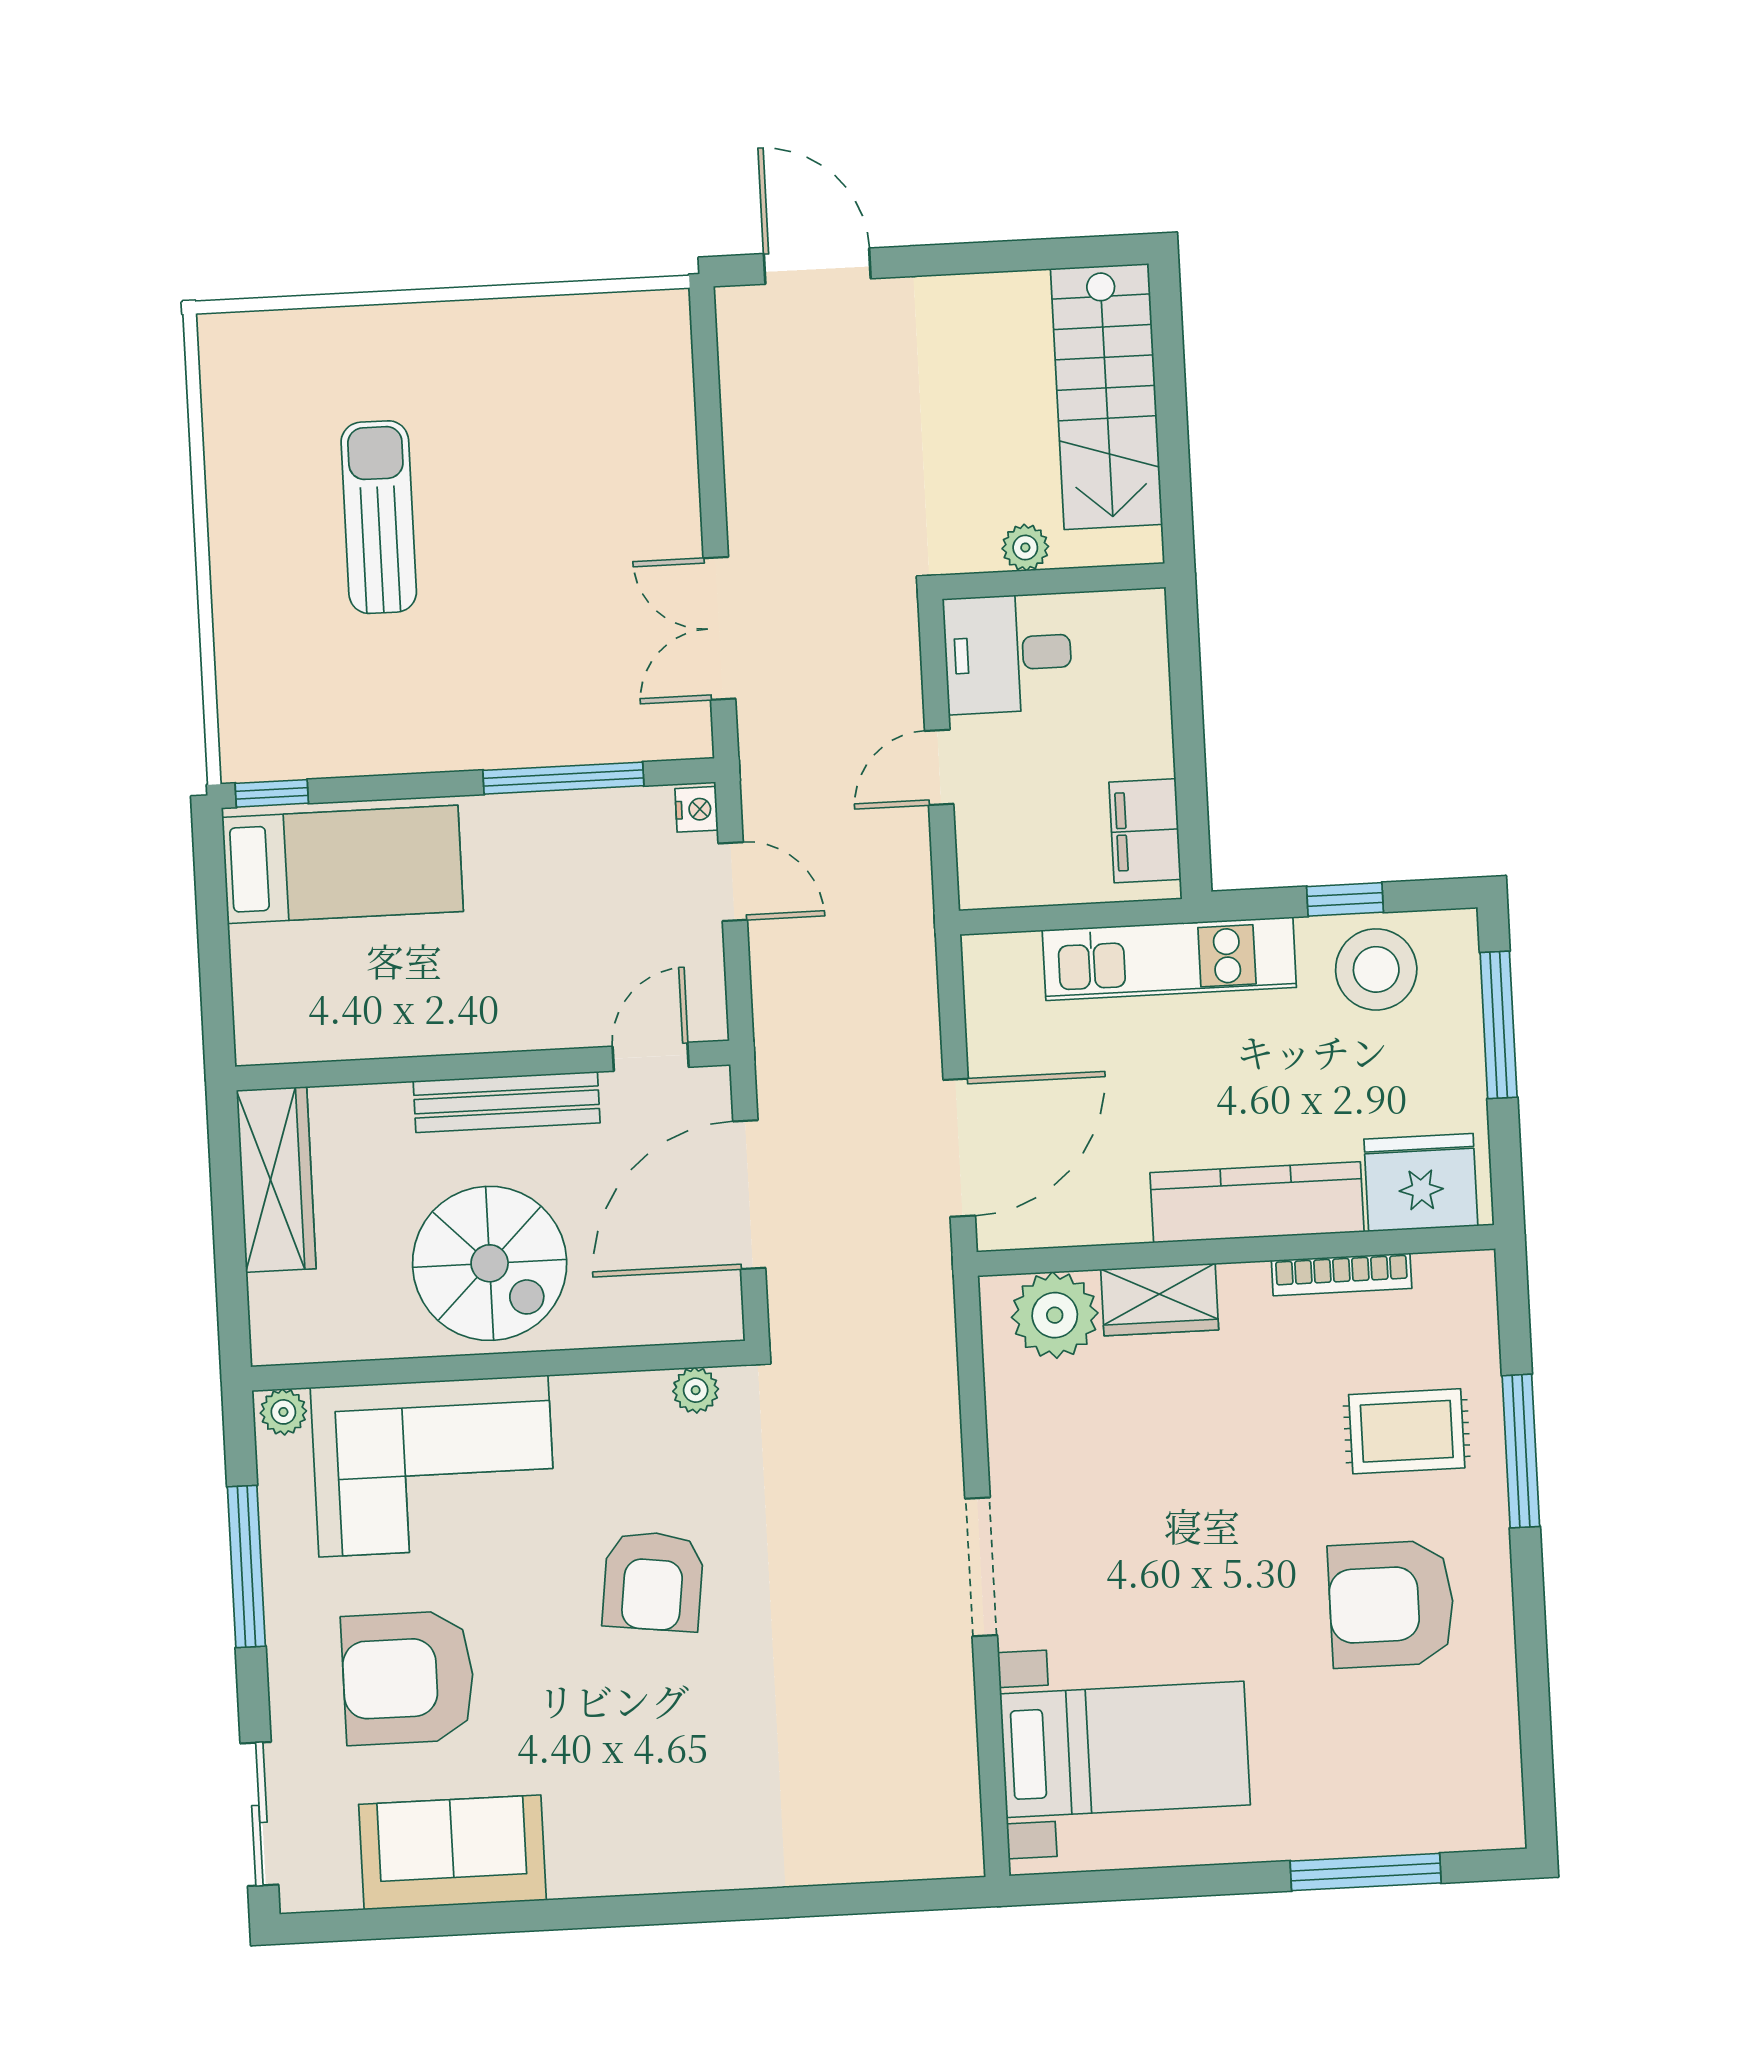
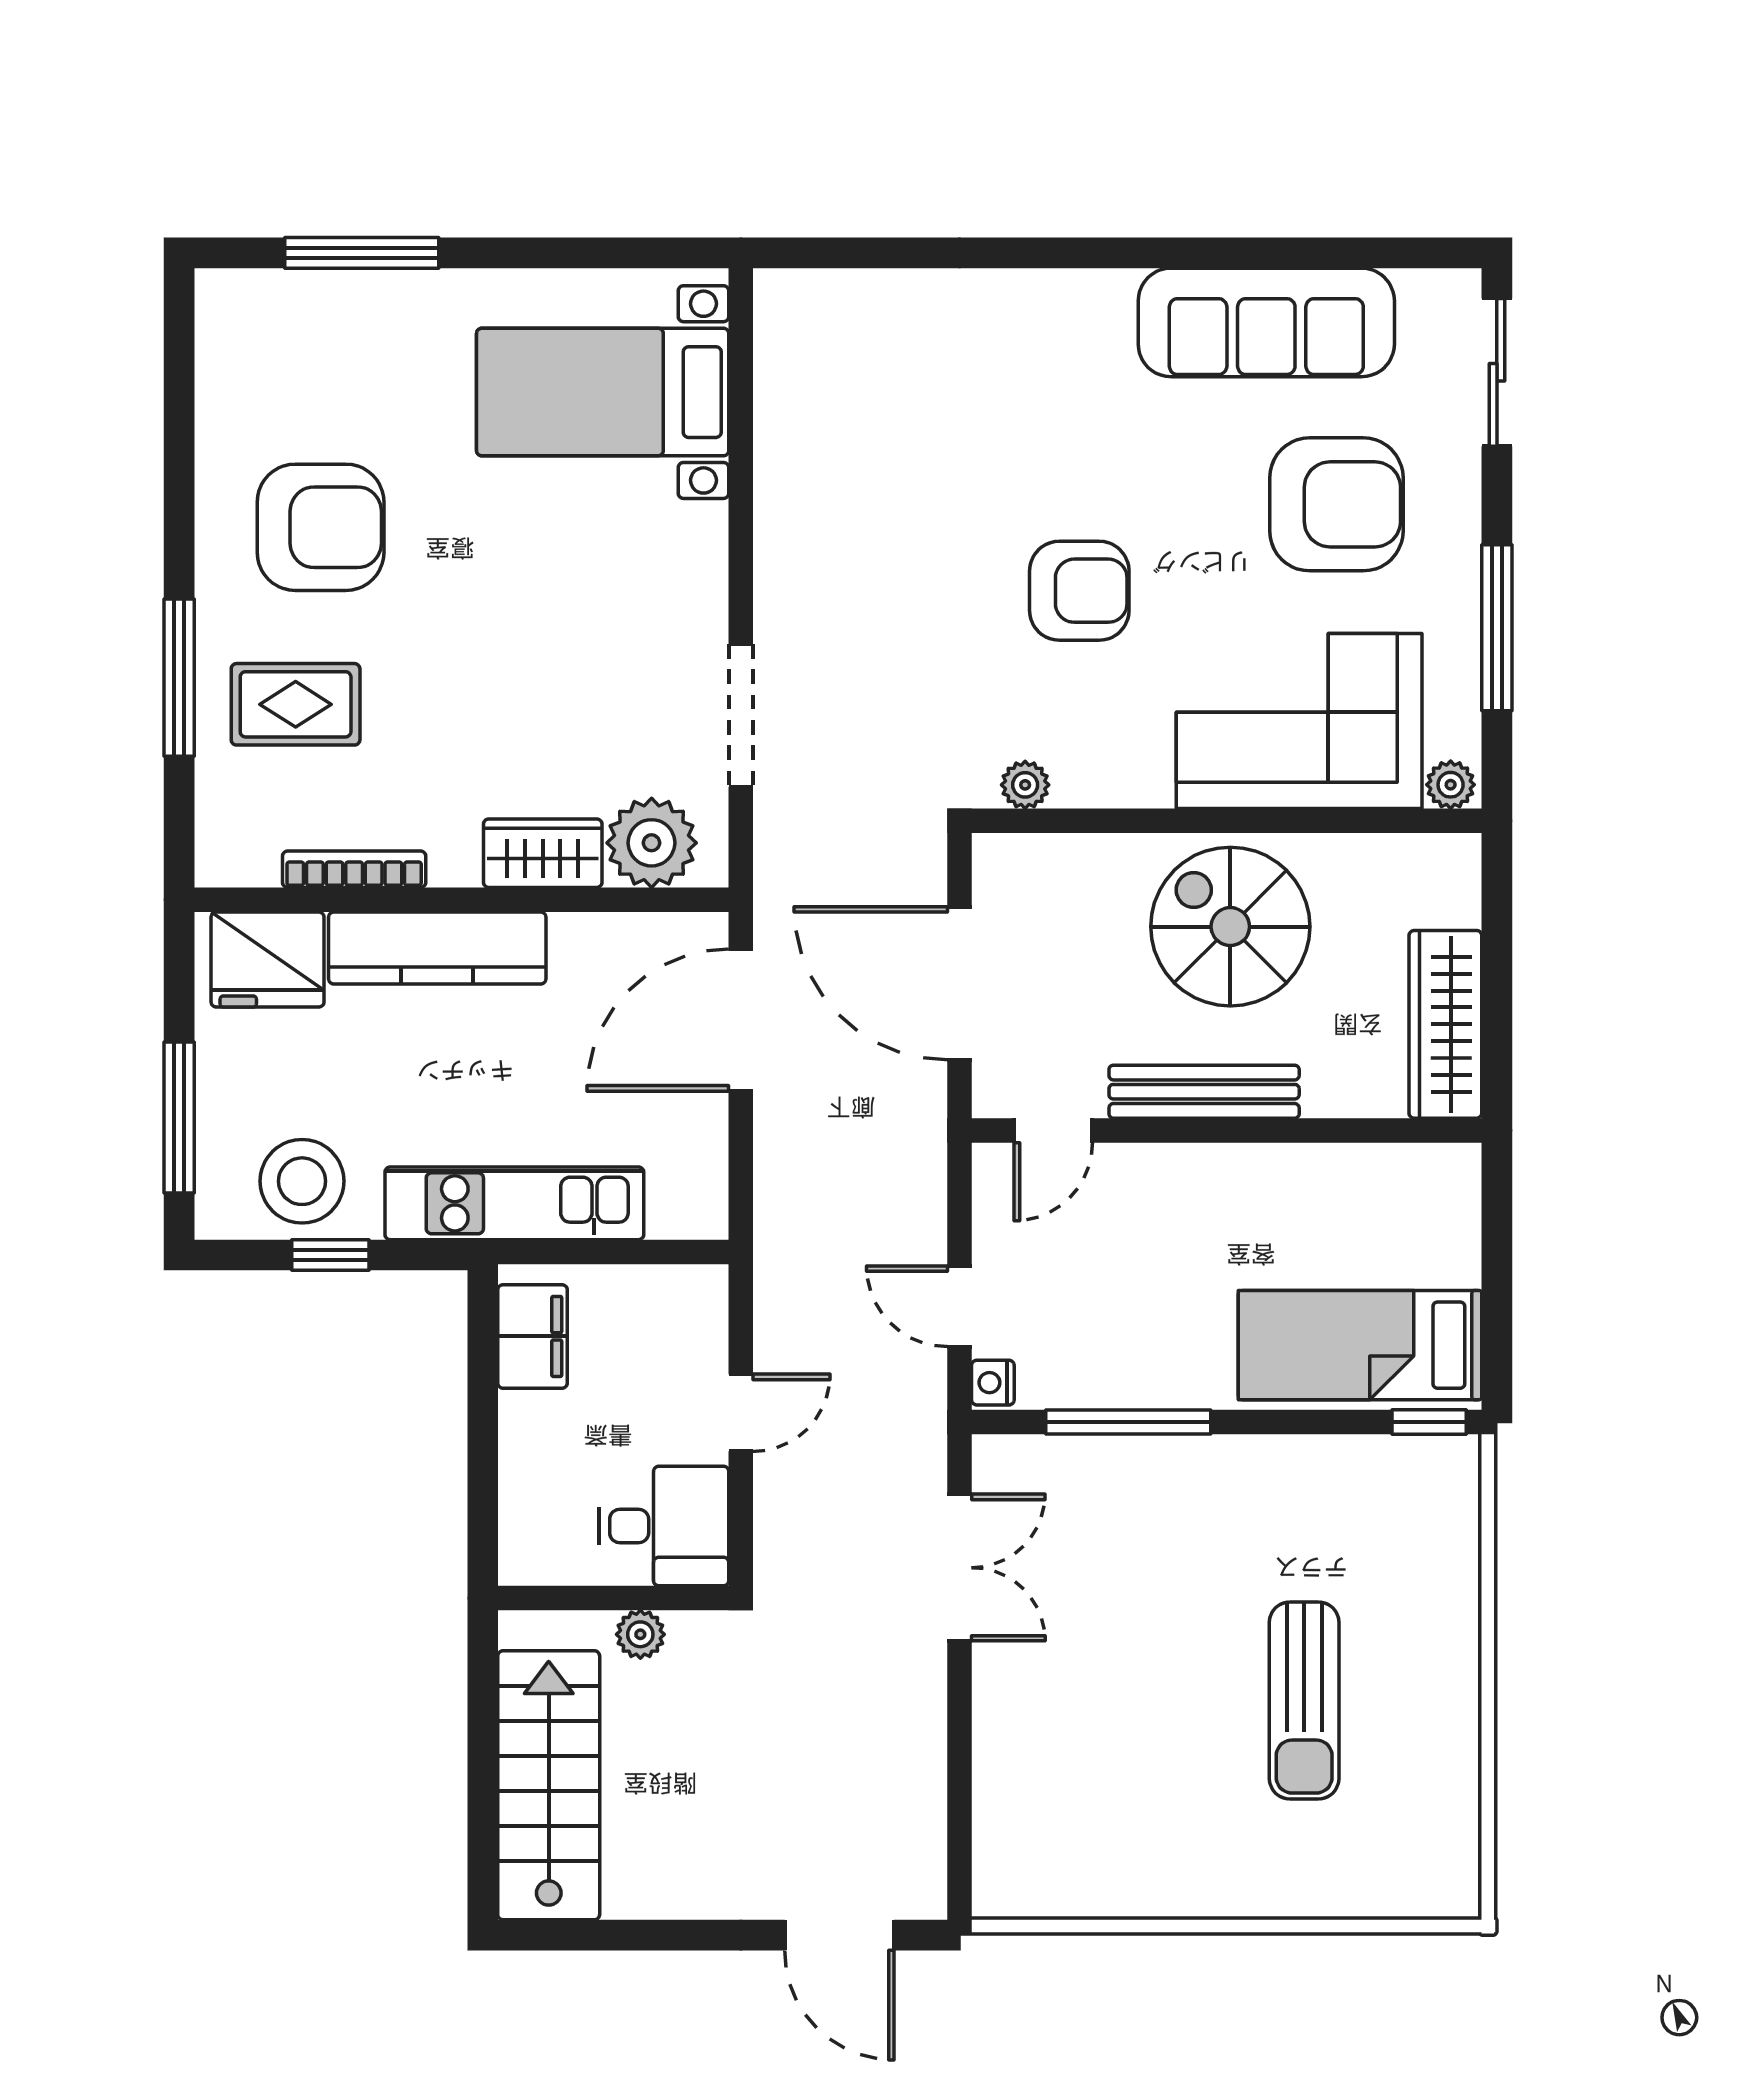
door: (749, 1195) -> (959, 983), swing flipped
doorway: (981, 1567) -> (741, 715), moved
armchair: (653, 1581) -> (1079, 591), turned 83
sofa: (452, 1852) -> (1266, 322), width x1.36

